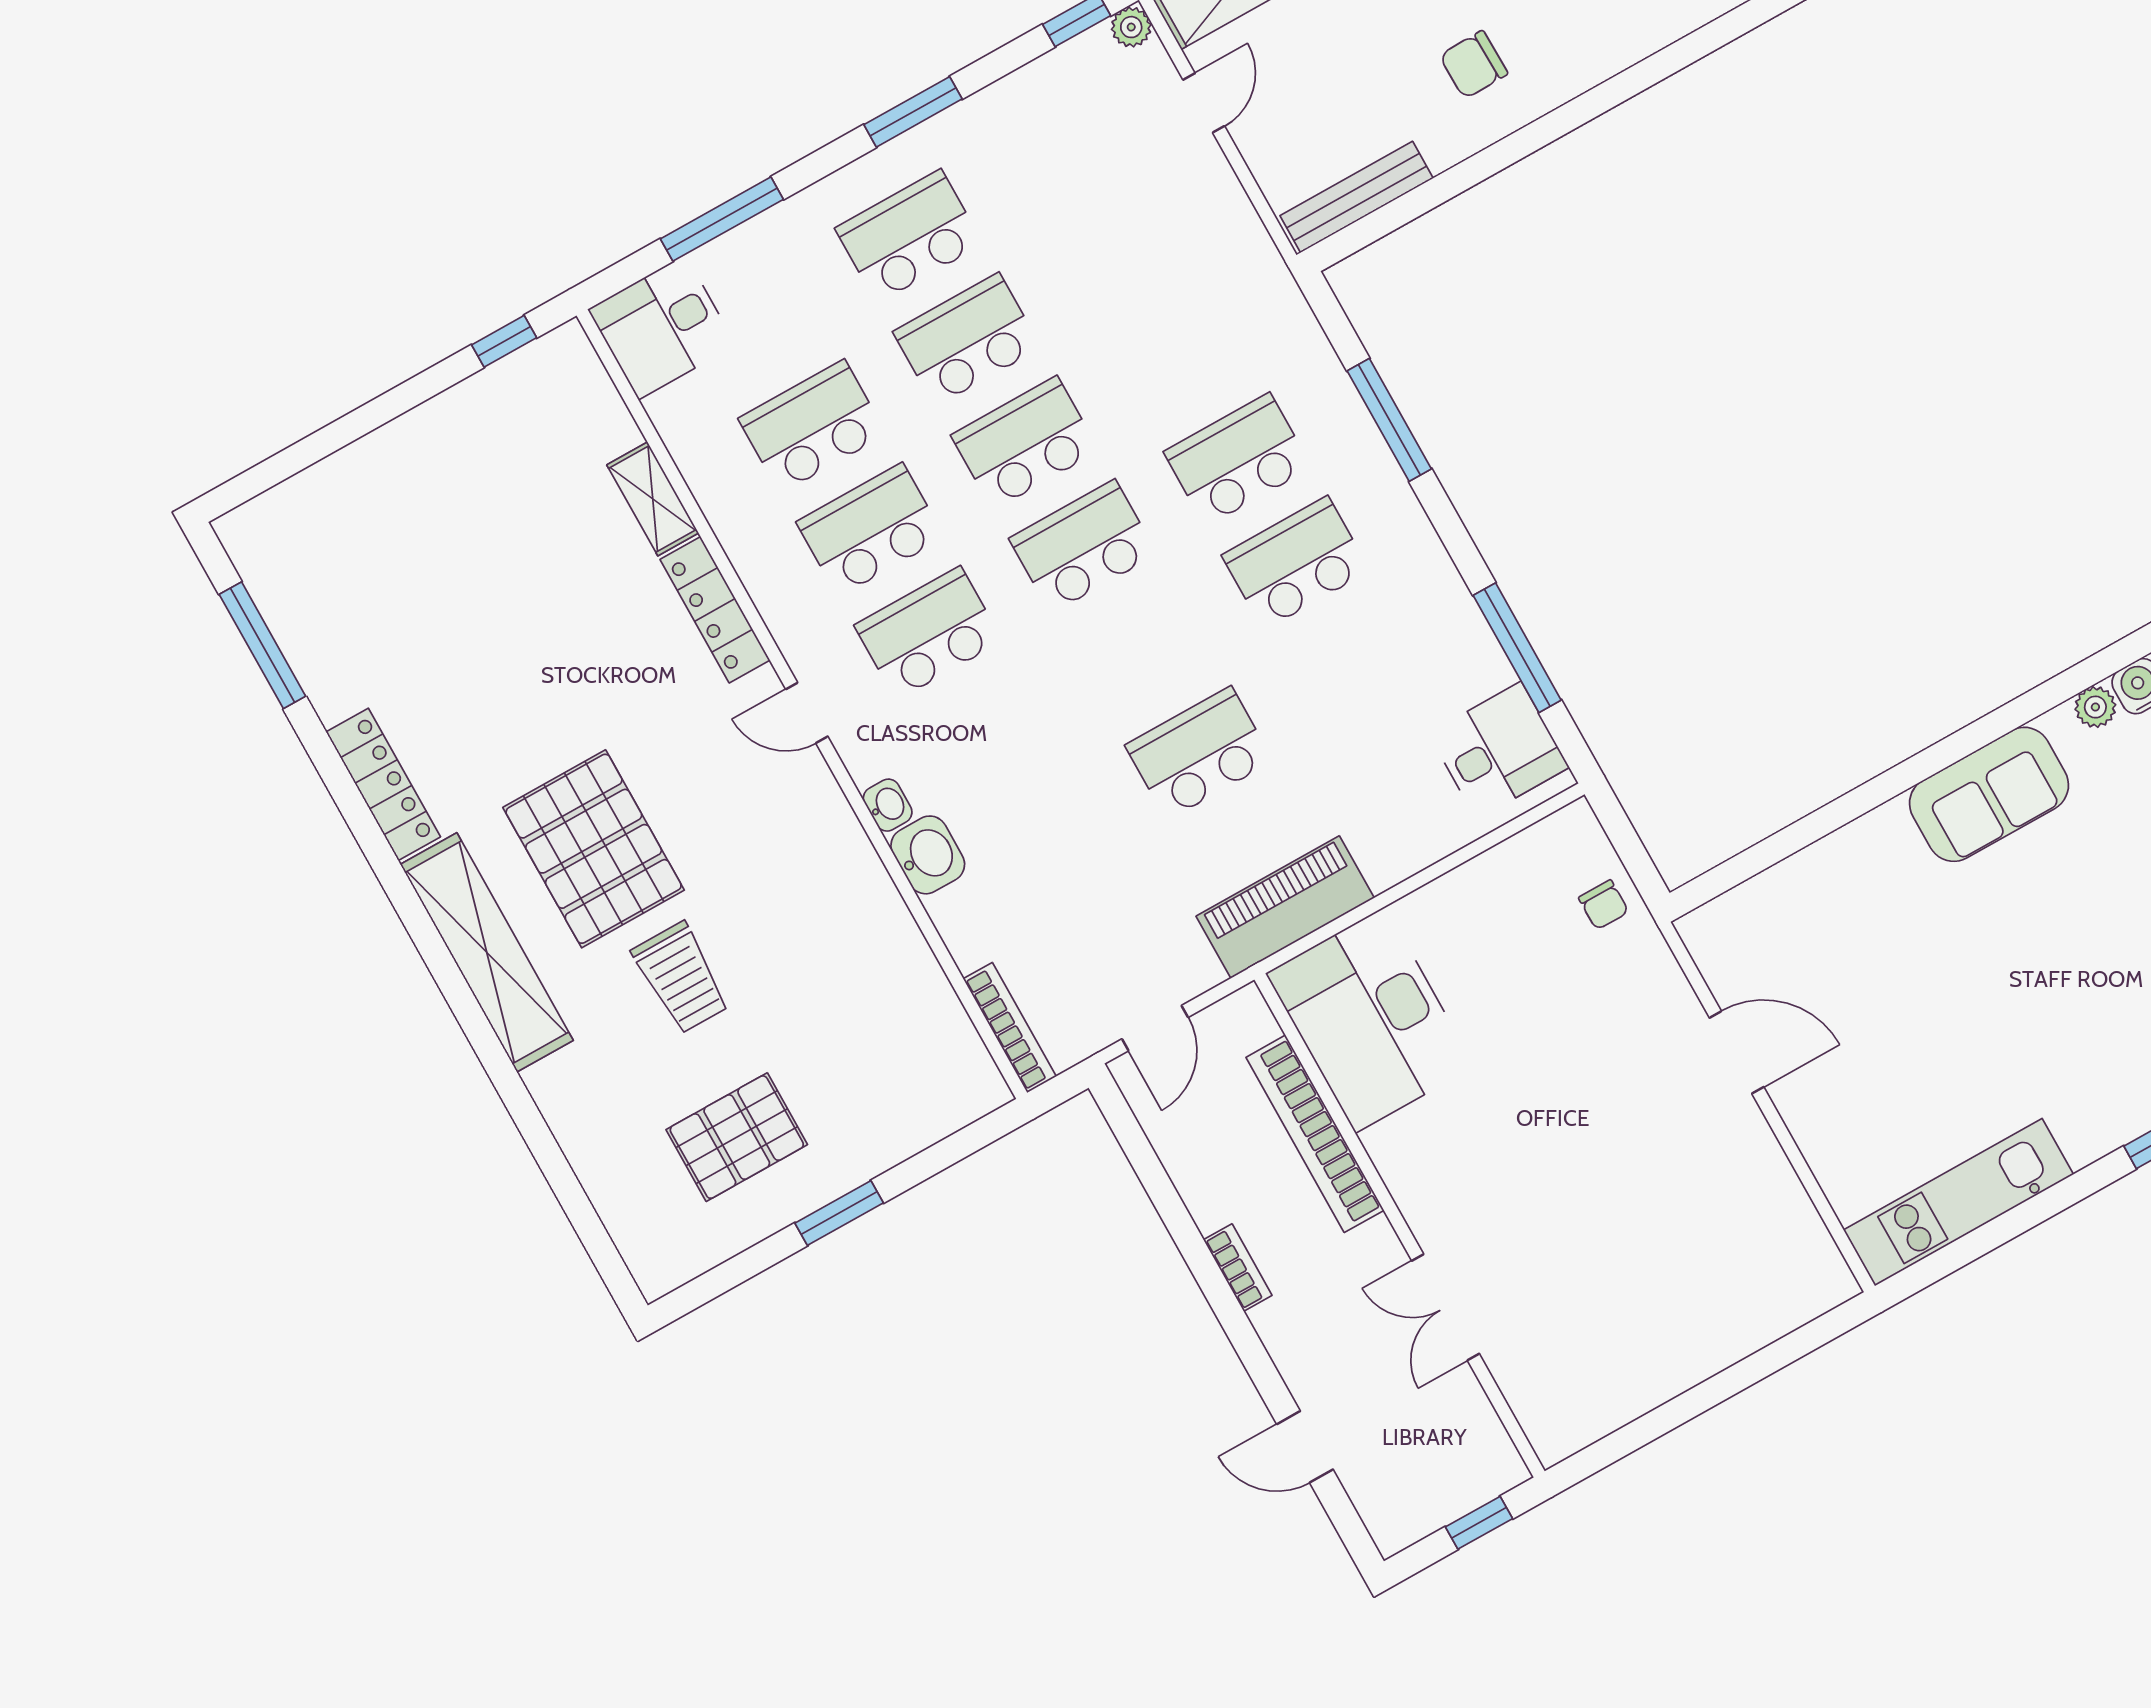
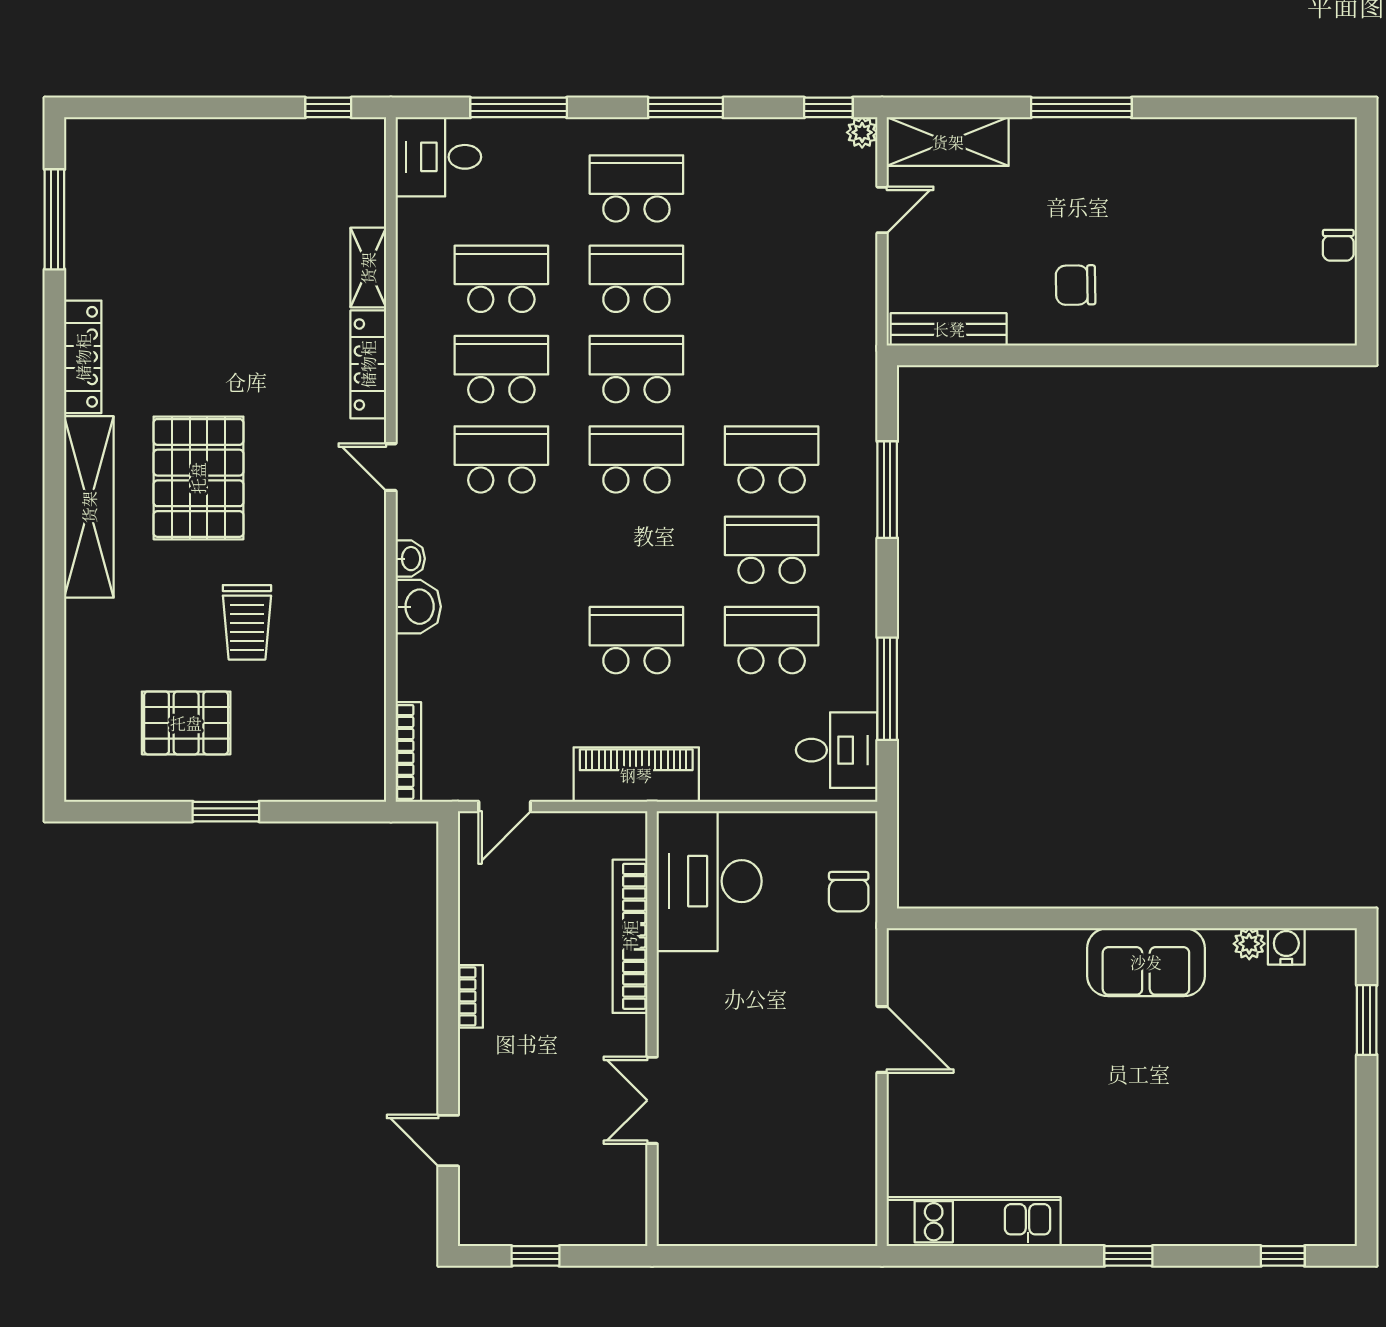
school desk: (1354, 666) -> (772, 640), added
chair: (1604, 905) -> (849, 892), width x1.37, depth x1.37
trolley: (681, 978) -> (247, 622), moved
desk: (1370, 1020) -> (709, 881), moved
bookcase: (1315, 1134) -> (630, 936), moved
wall: (1399, 1225) -> (652, 1029), moved
double door: (1445, 1307) -> (652, 1100), moved

